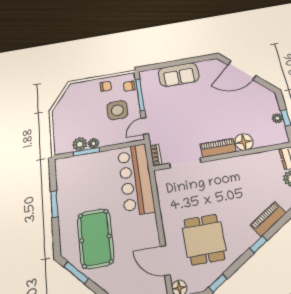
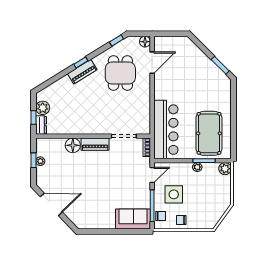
door: (242, 70) -> (51, 204), moved
sofa: (179, 75) -> (133, 219), moved
plant: (80, 144) -> (225, 169), moved
window: (54, 204) -> (234, 121), removed
piano: (268, 219) -> (82, 72), moved
pool table: (95, 238) -> (209, 133), moved
door: (165, 260) -> (152, 63), hinge flipped

